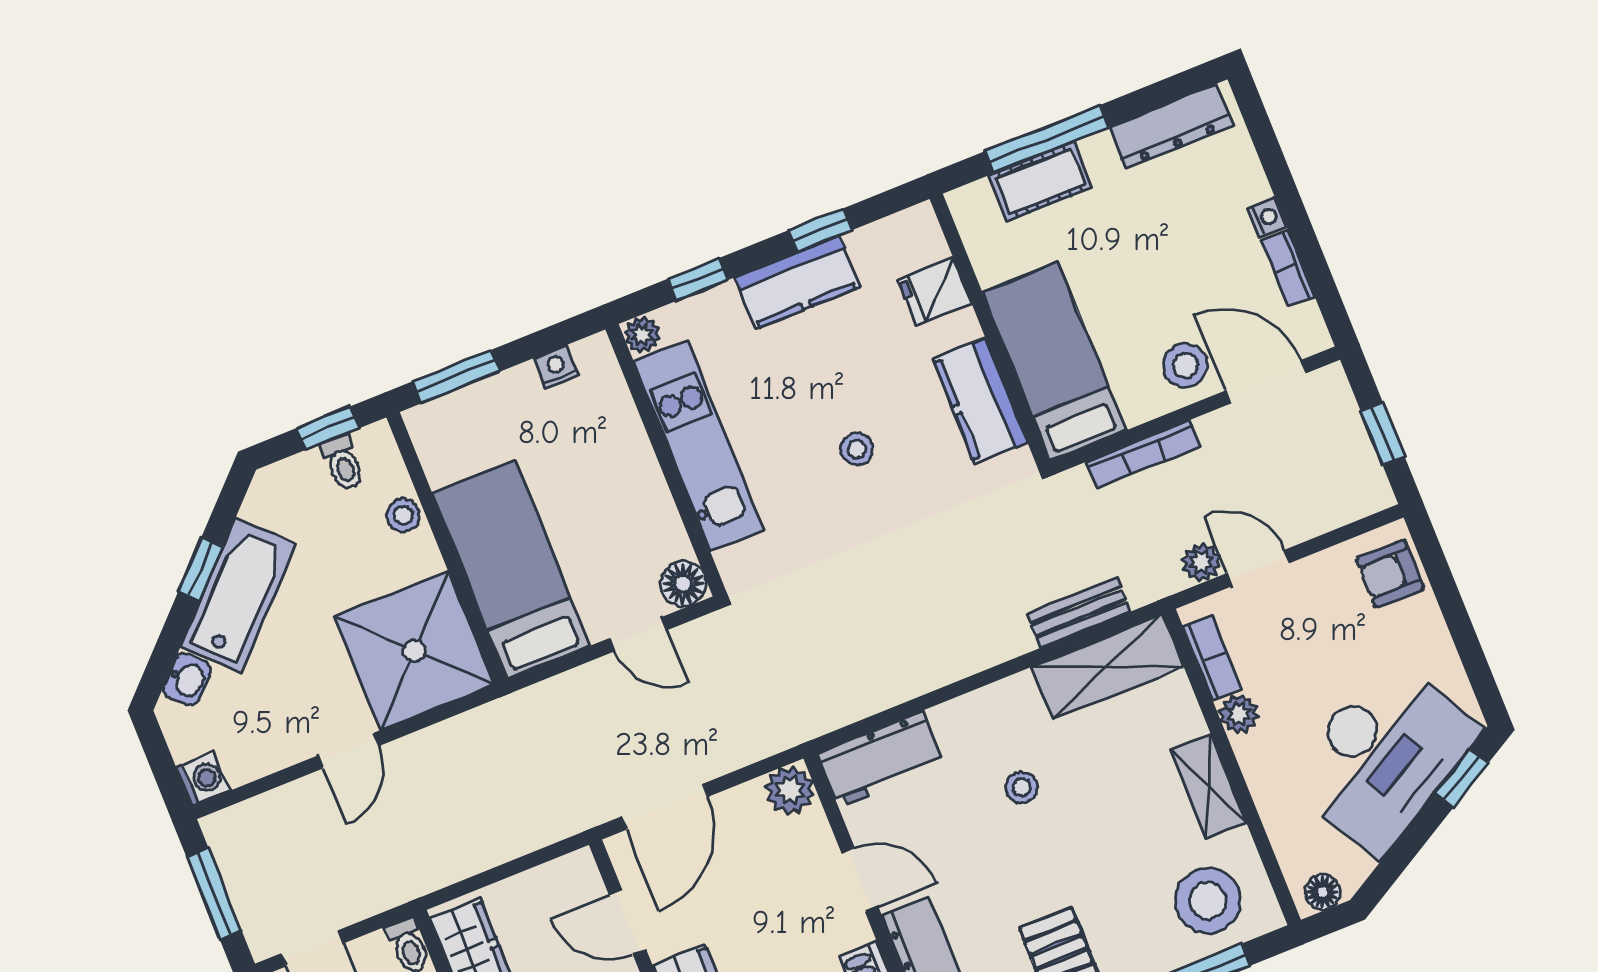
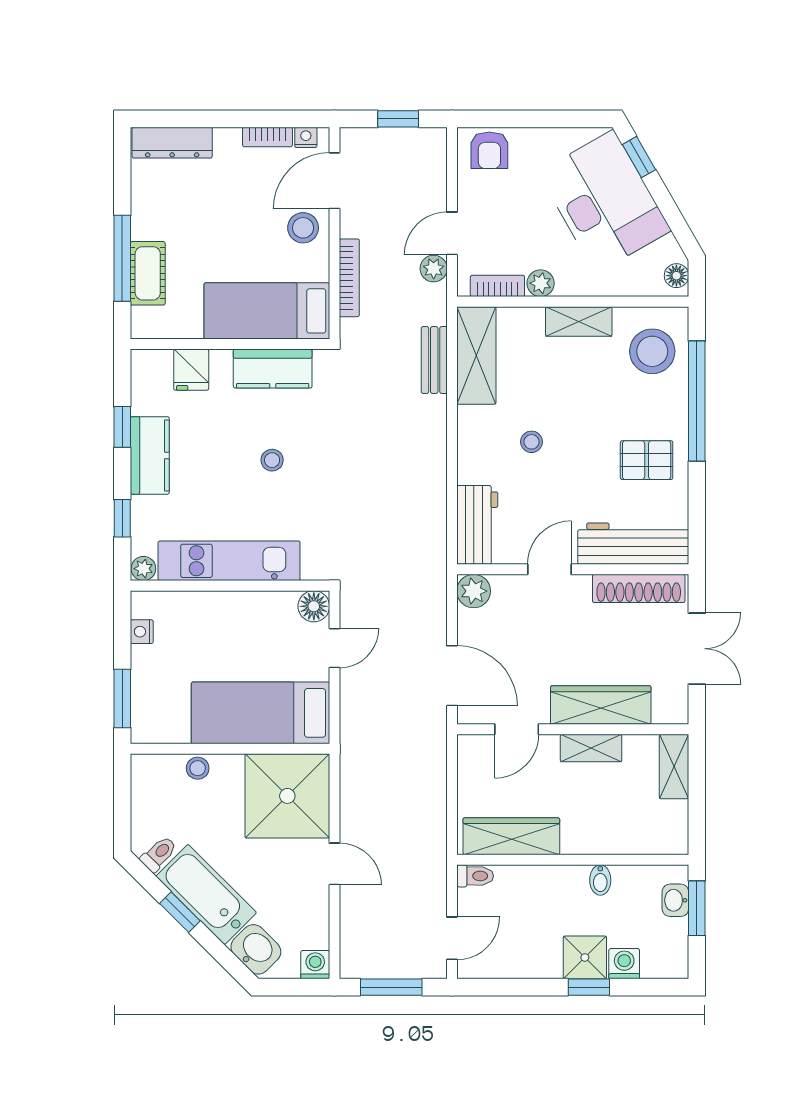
dresser: (1171, 126) -> (172, 143), moved, turned 90
nightstand: (1267, 217) -> (306, 137), moved
window: (328, 428) -> (122, 794), removed
toilet: (343, 463) -> (159, 854), moved, turned -45
washbasin: (187, 679) -> (256, 949), width x1.38, depth x1.45

